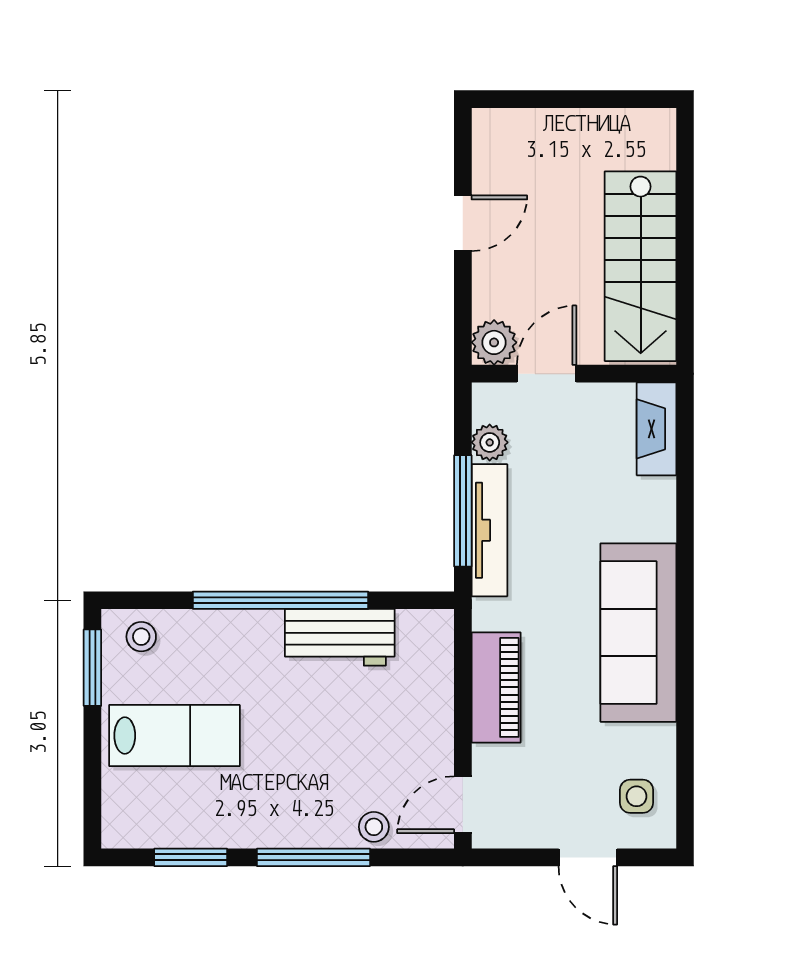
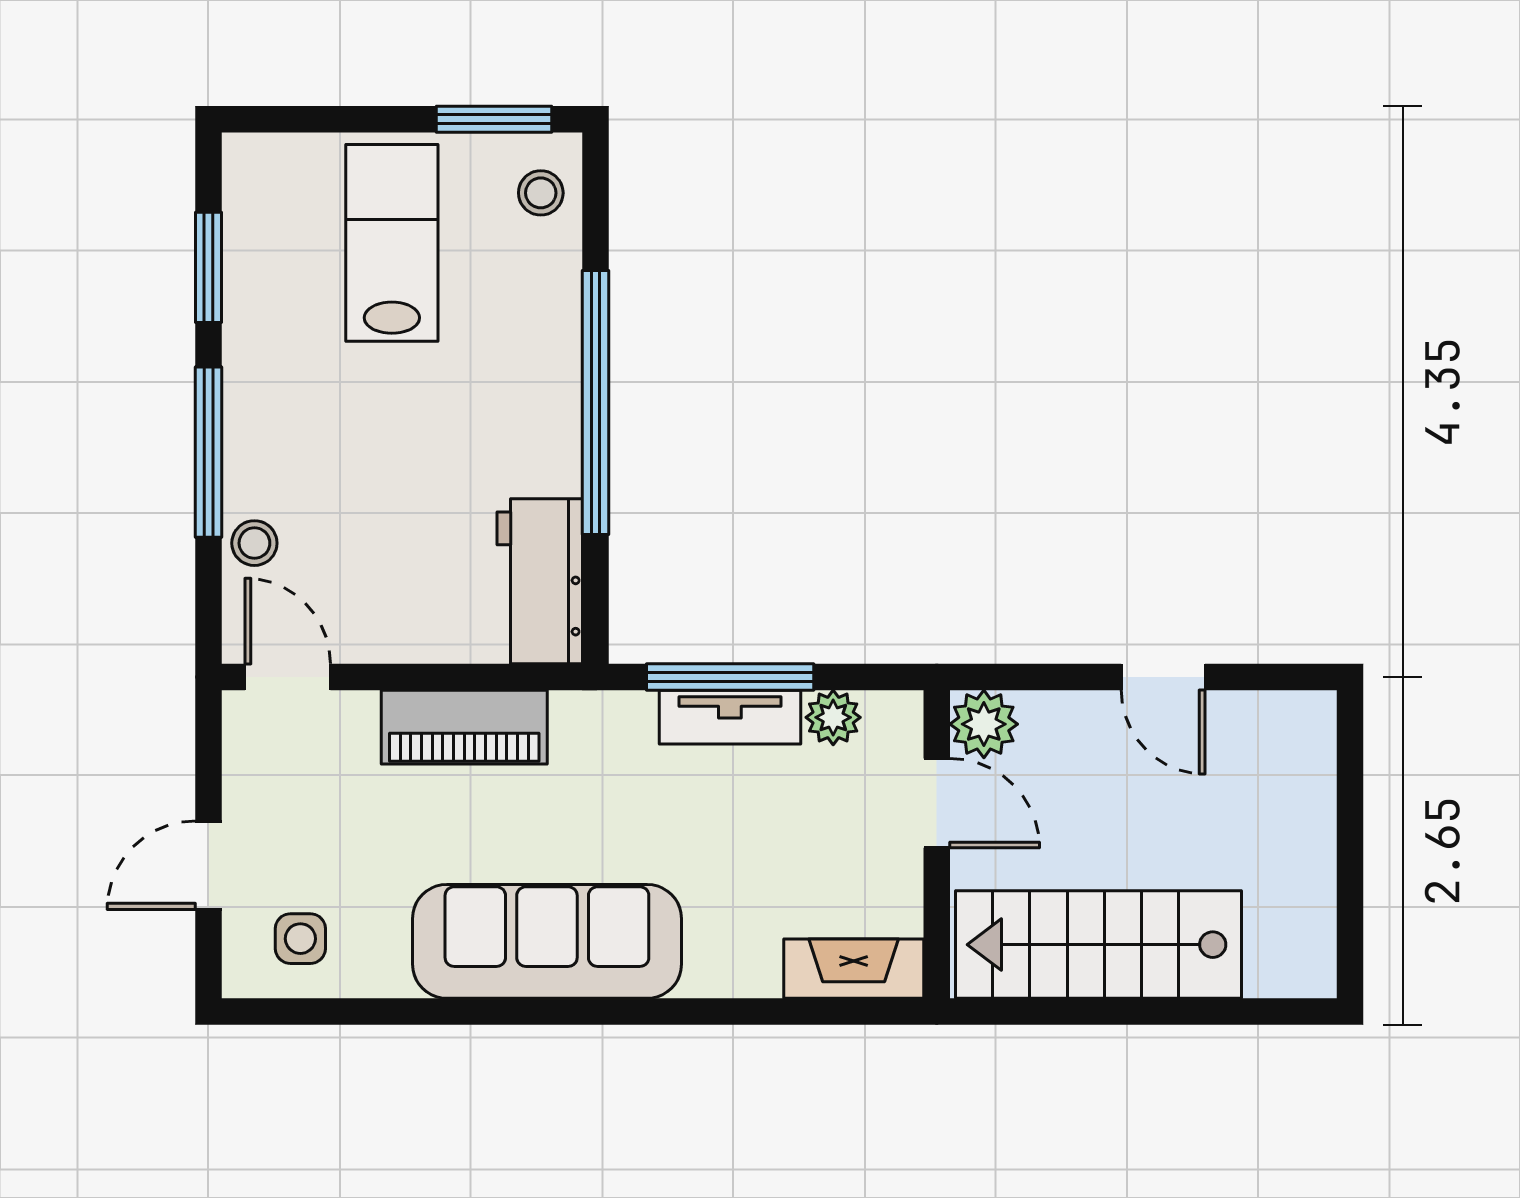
tv unit: (489, 530) -> (730, 717), width x0.71
workbench: (340, 637) -> (540, 581), moved
lab bench: (174, 736) -> (392, 243), turned 180

